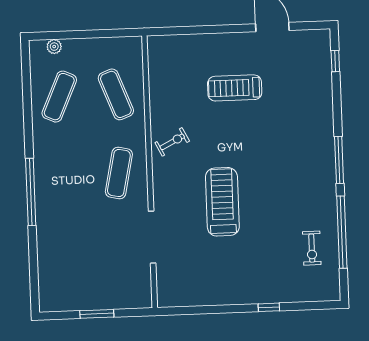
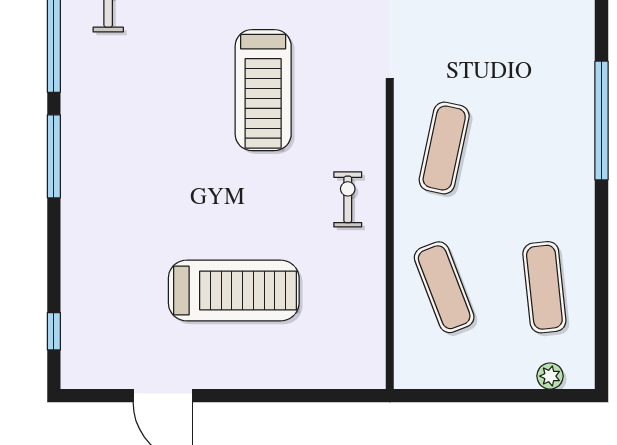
treadmill: (235, 88) -> (234, 291), width x1.37, depth x1.38
exercise mat: (59, 97) -> (544, 287), turned -30
exercise bike: (172, 142) -> (348, 199), turned 117

